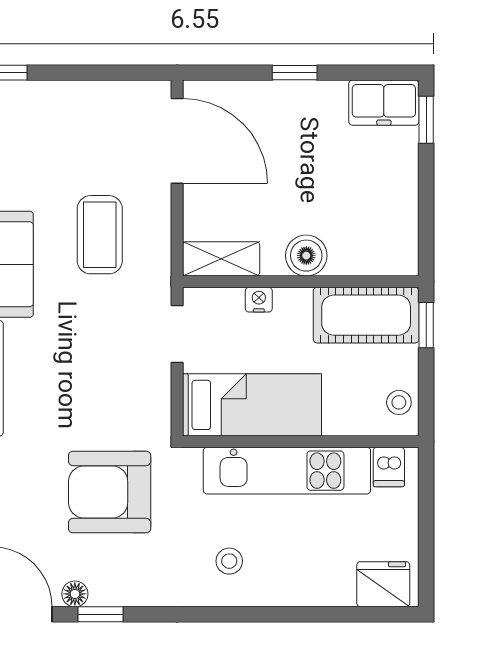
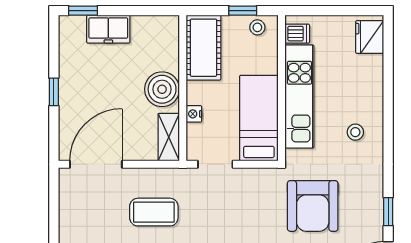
freezer: (384, 103) -> (108, 29), moved, turned 90
boiler: (306, 256) -> (162, 89), width x1.37, depth x1.37
window: (426, 325) -> (243, 11), moved
floor lamp: (75, 594) -> (376, 227), removed

